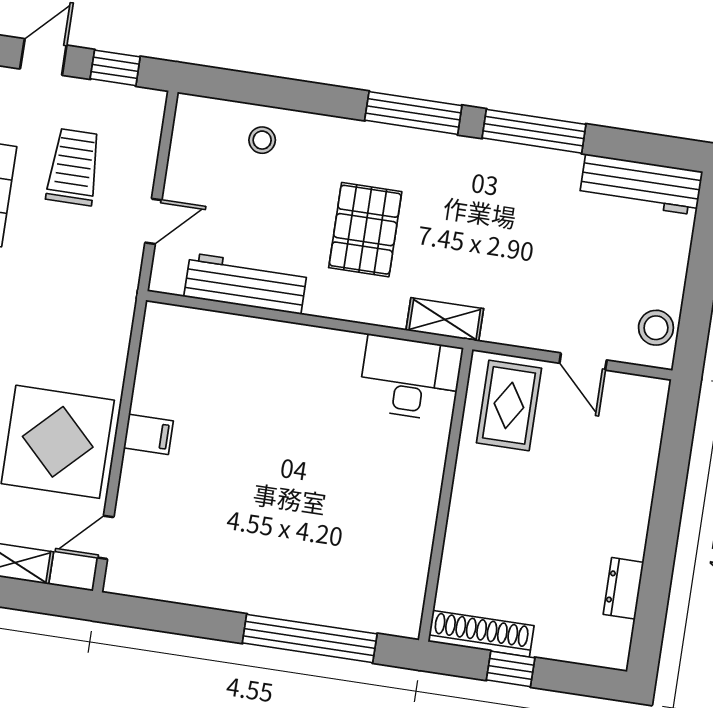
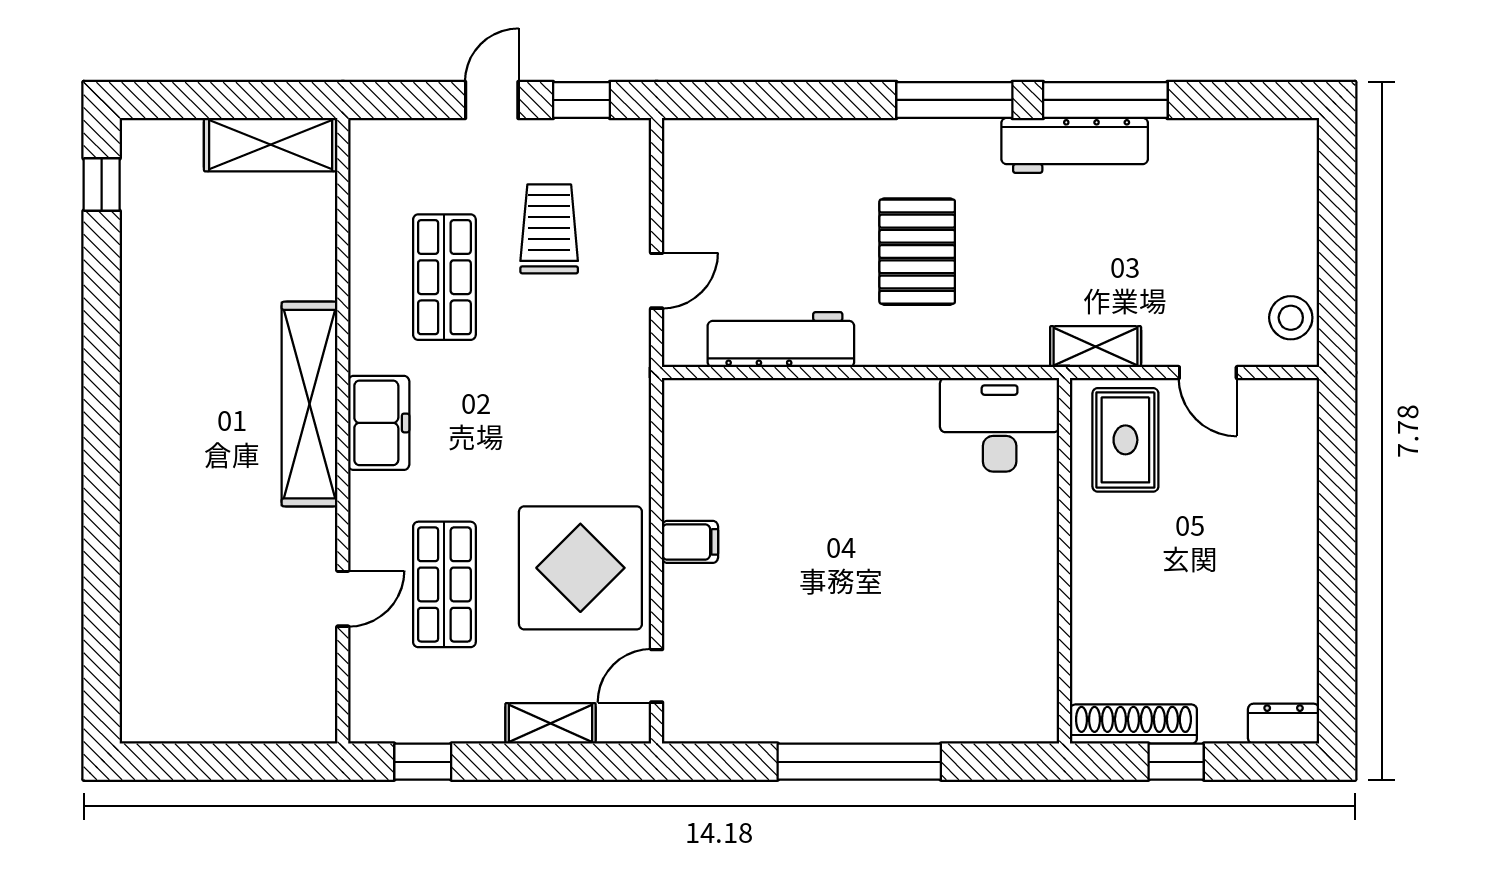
stool: (262, 140) -> (775, 161), removed
workbench: (641, 185) -> (1075, 145), moved
shelving: (445, 319) -> (1096, 347), moved
dresser: (623, 588) -> (1284, 724), moved, turned 90
window: (310, 638) -> (859, 762), moved

